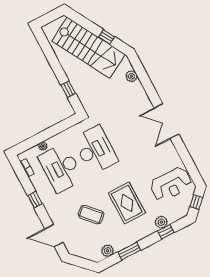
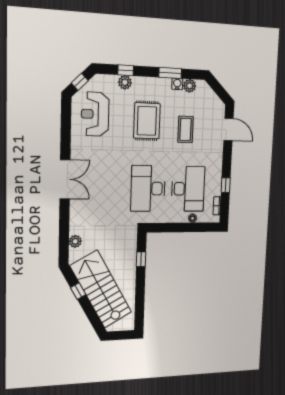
reception desk: (171, 184) -> (95, 114), turned -90
window: (35, 200) -> (226, 185), moved
coffee table: (91, 215) -> (185, 129), turned 43
water cooler: (119, 246) -> (177, 84), added

